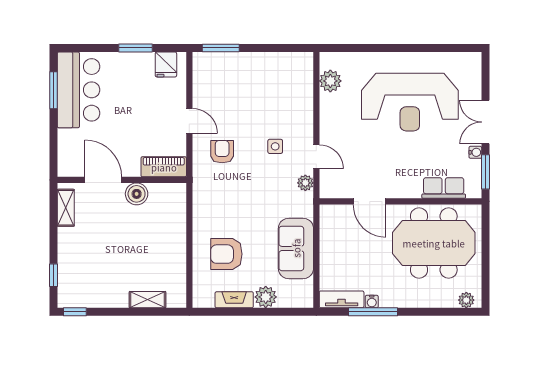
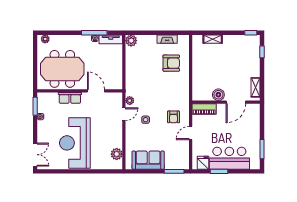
bar counter: (79, 90) -> (229, 158), moved, turned 90
reception desk: (410, 102) -> (75, 143), turned -90
door: (189, 121) -> (191, 133), hinge flipped
double door: (485, 122) -> (35, 155), moved
door: (316, 157) -> (124, 114), swing flipped
door: (103, 180) -> (236, 102), hinge flipped
row of seats: (444, 188) -> (70, 98), moved
sofa: (296, 248) -> (148, 160), moved, turned -90
plant: (266, 297) -> (131, 41), moved

